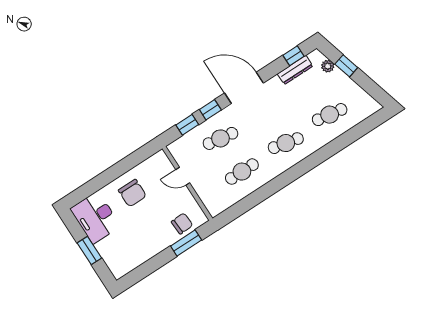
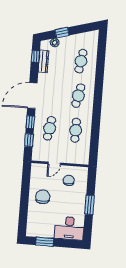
chair: (132, 193) -> (43, 197), turned -90
desk: (95, 217) -> (69, 228), moved
chair: (182, 223) -> (69, 180), moved
window: (186, 243) -> (90, 205), moved
window: (89, 250) -> (45, 242), moved

